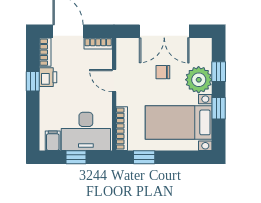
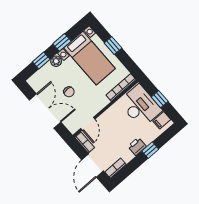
printer: (48, 77) -> (137, 146), moved
plant: (199, 80) -> (56, 61), width x0.53, depth x0.53
window: (33, 81) -> (150, 150), moved
door: (114, 81) -> (88, 124), moved
window: (144, 157) -> (113, 45), moved

